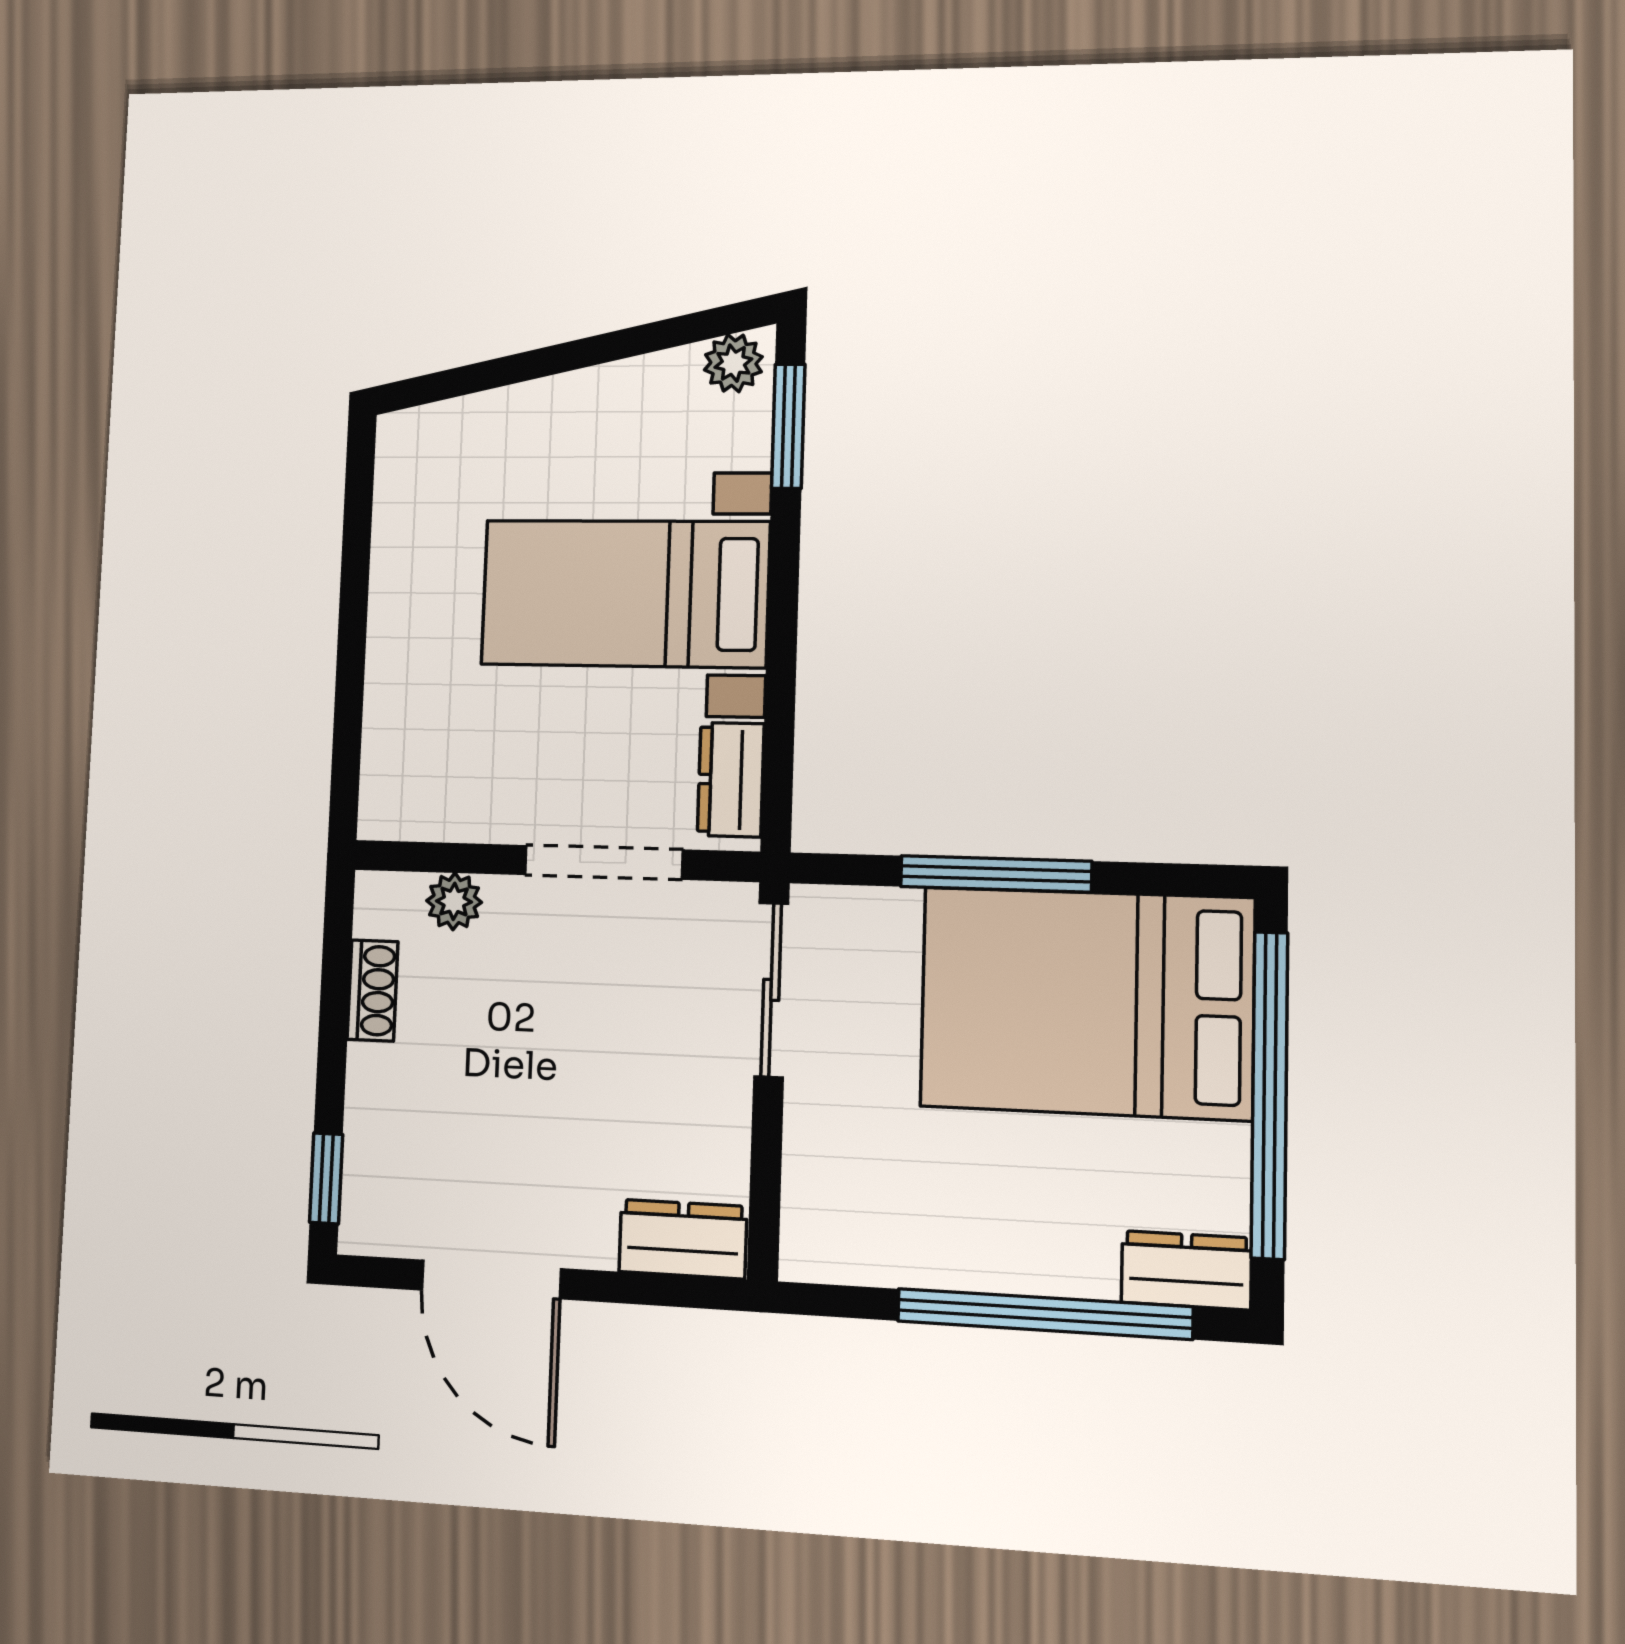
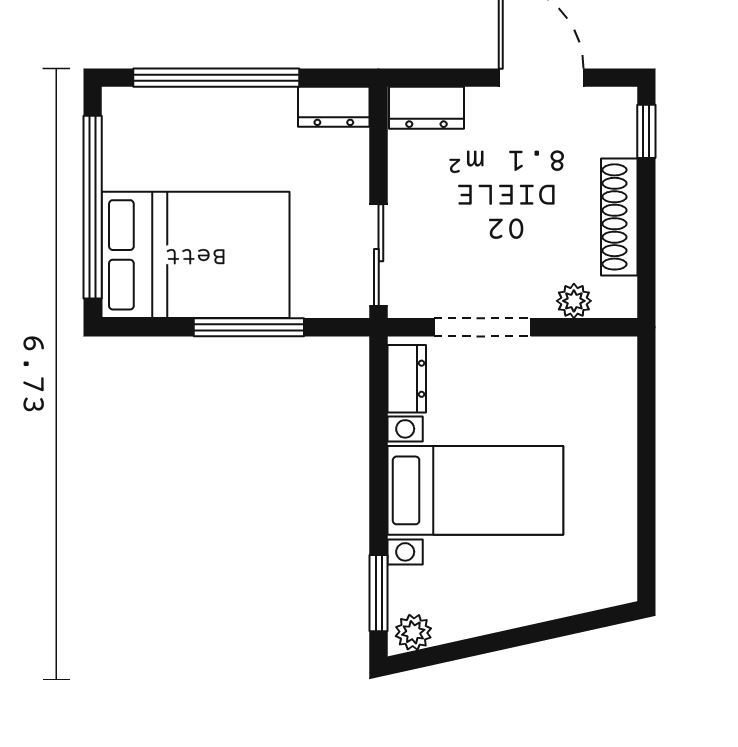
shoe rack: (373, 990) -> (619, 217), width x1.94, depth x1.24
dresser: (1186, 1270) -> (334, 107), moved

